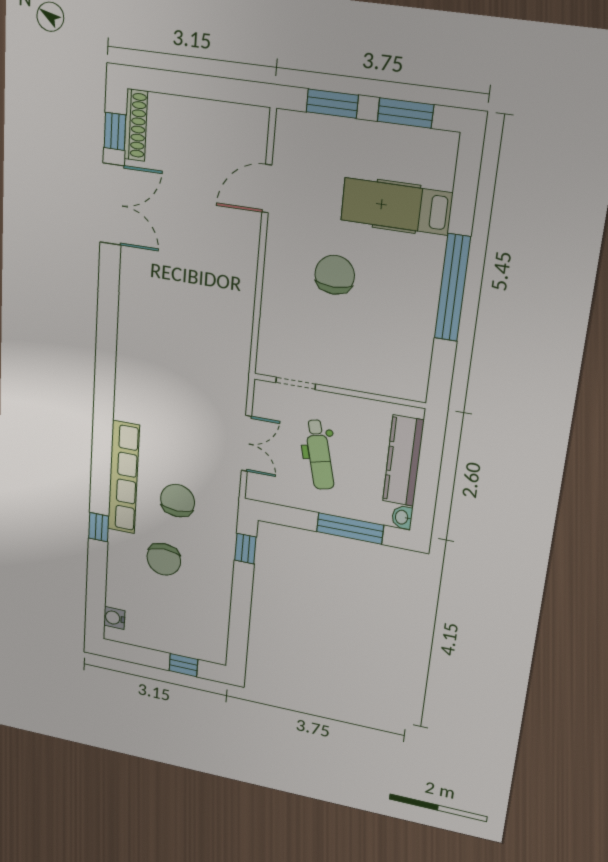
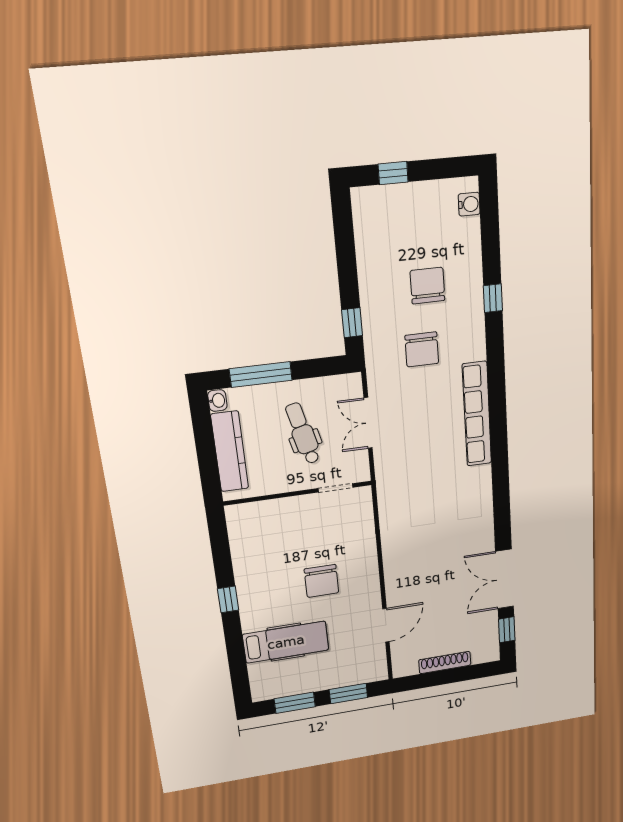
shoe rack: (136, 125) -> (445, 662), moved, turned 90
window: (452, 288) -> (228, 599), width x0.32
row of seats: (123, 478) -> (477, 414), moved

